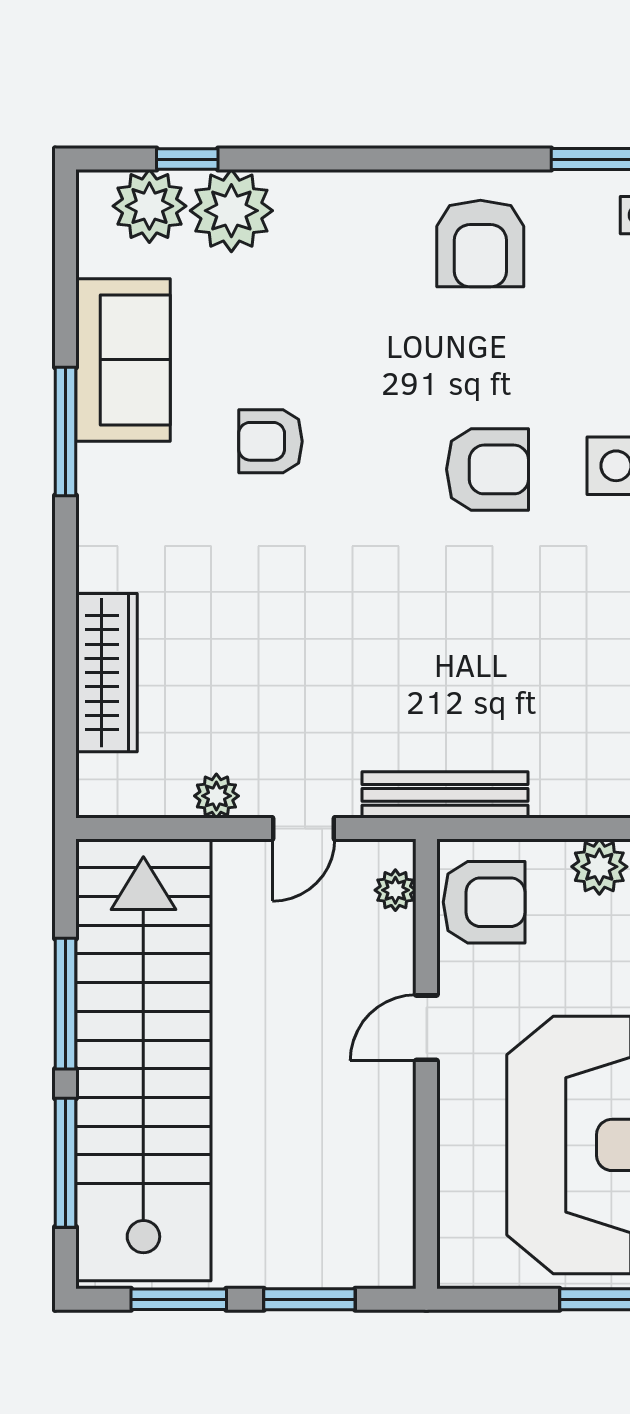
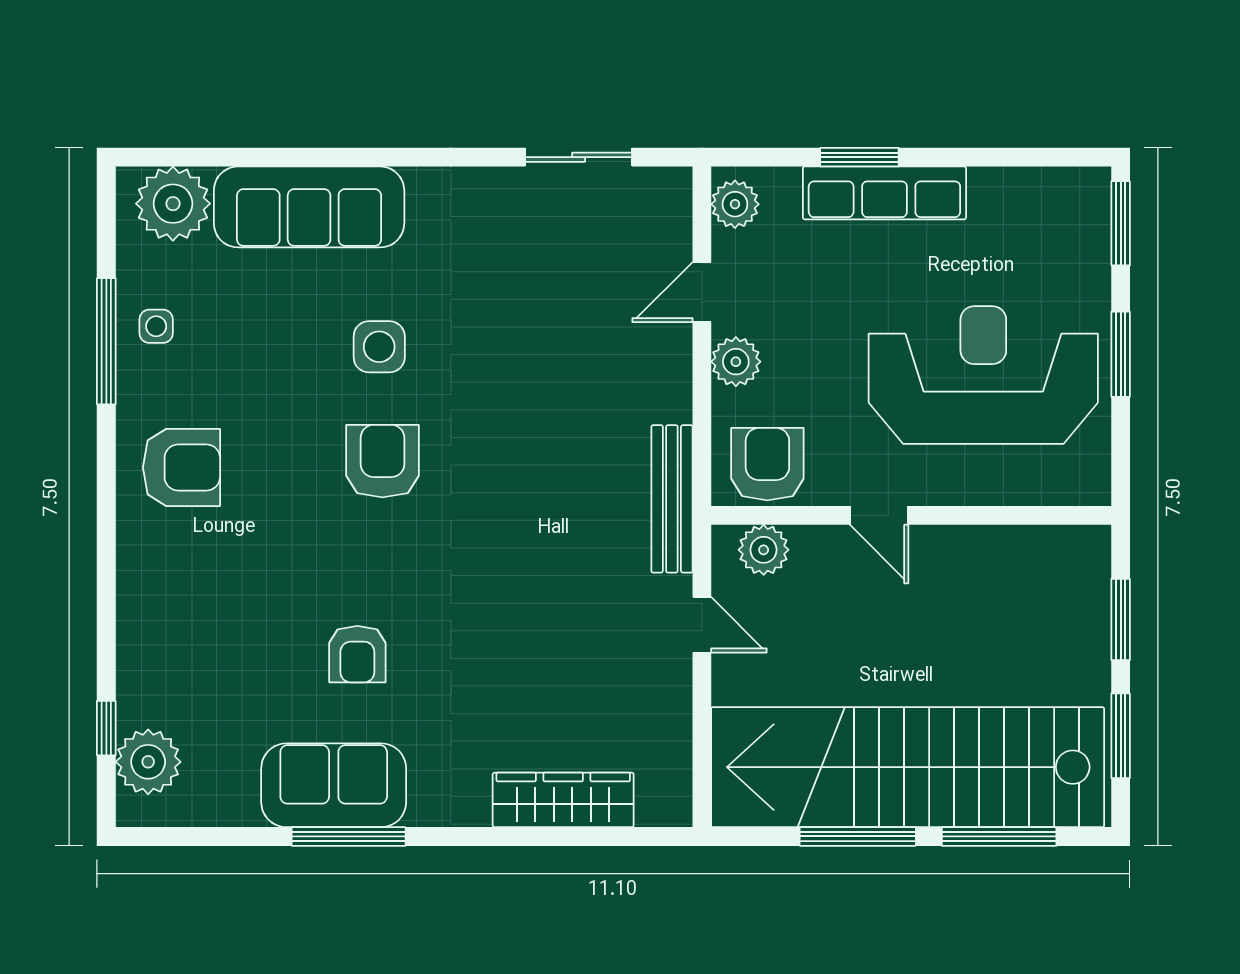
plant: (231, 211) -> (152, 689), removed
sofa: (123, 360) -> (334, 785), moved
plant: (216, 796) -> (673, 702), removed
plant: (395, 890) -> (764, 550), width x1.38, depth x1.38

